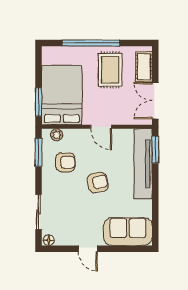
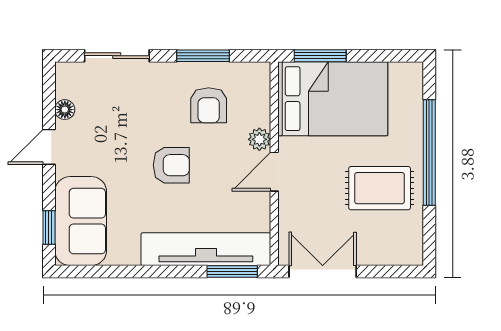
cot: (144, 67) -> (385, 250), removed
plant: (57, 135) -> (259, 139), moved
window: (38, 152) -> (203, 56), moved
armchair: (98, 183) -> (171, 165), turned -77
floor lamp: (49, 240) -> (65, 110), moved
window: (132, 249) -> (49, 228), added

